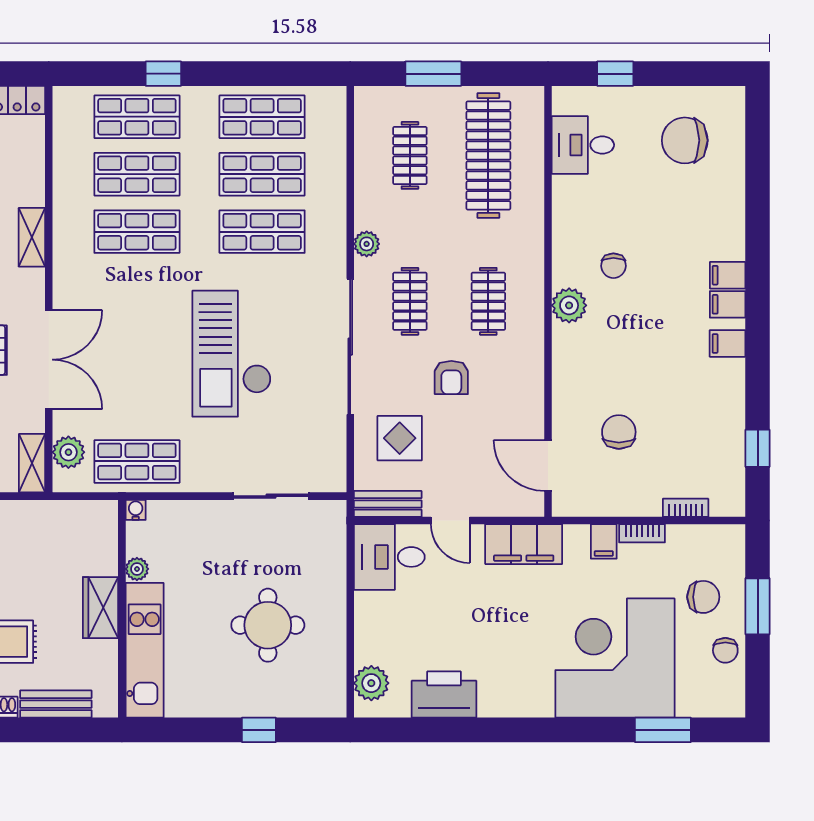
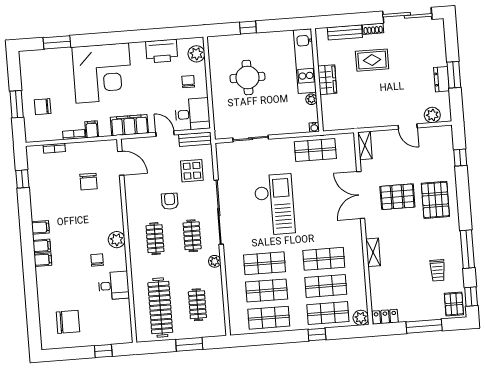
desk: (583, 145) -> (114, 286), moved
plant: (68, 452) -> (361, 318), moved
chair: (725, 650) -> (188, 82), moved
corner desk: (615, 658) -> (102, 73), moved

